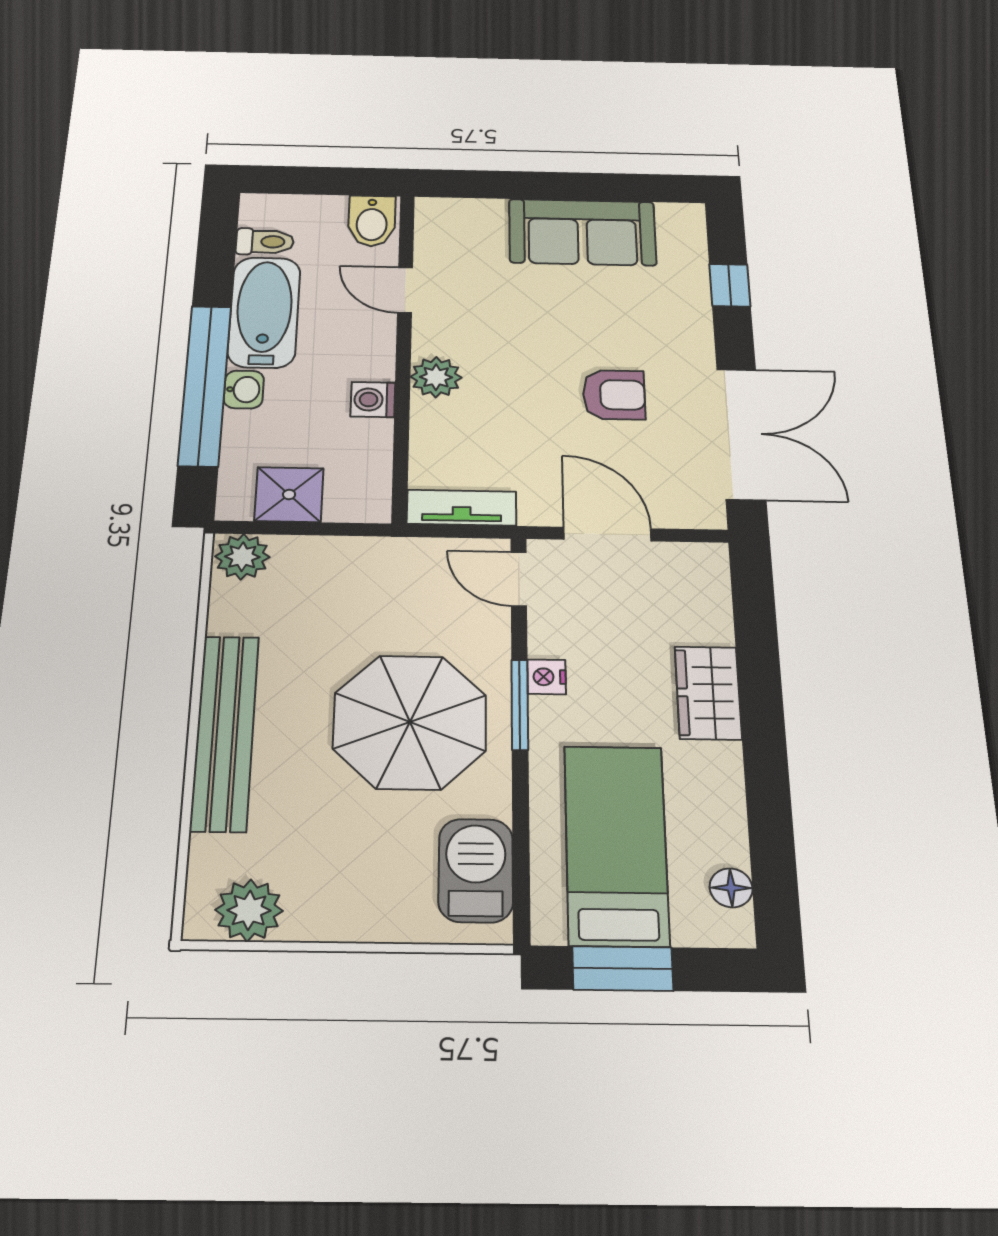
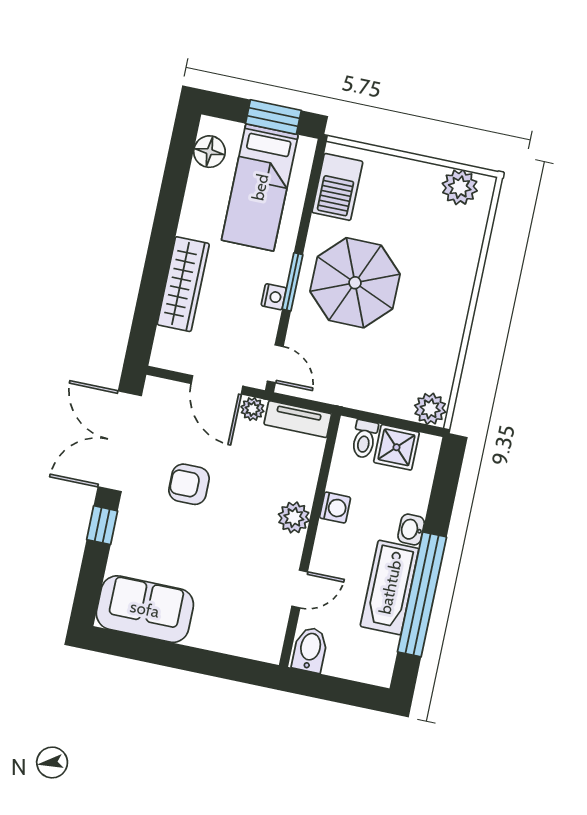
sofa: (582, 232) -> (145, 609), moved
toilet: (265, 242) -> (364, 439), moved, turned -90
window: (730, 285) -> (102, 525), moved
door: (405, 290) -> (300, 589), hinge flipped
window: (205, 385) -> (422, 594), moved
plant: (540, 510) -> (252, 409), added
wardrobe: (708, 693) -> (183, 284), width x1.50
bench: (225, 732) -> (457, 296), removed
floor lamp: (731, 888) -> (209, 152), width x1.37, depth x1.37

